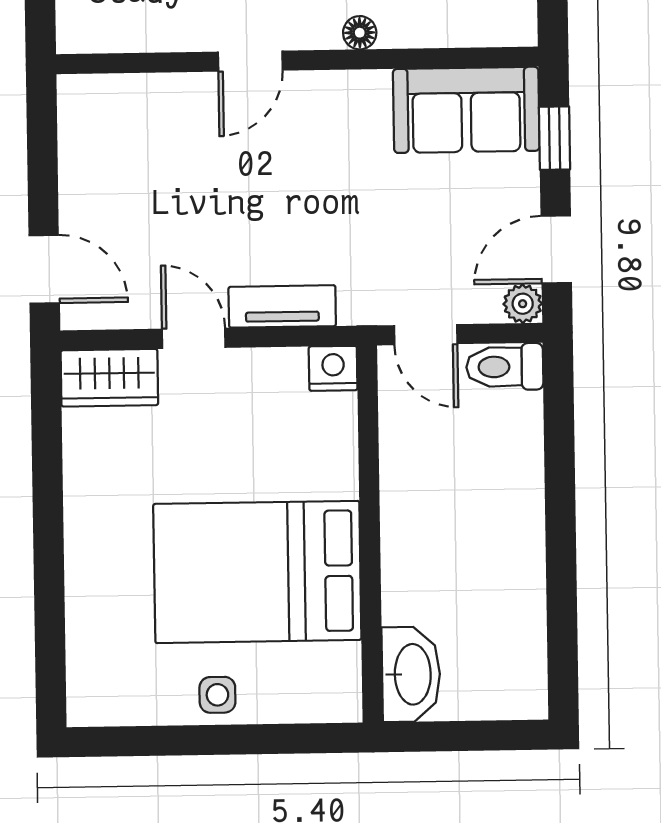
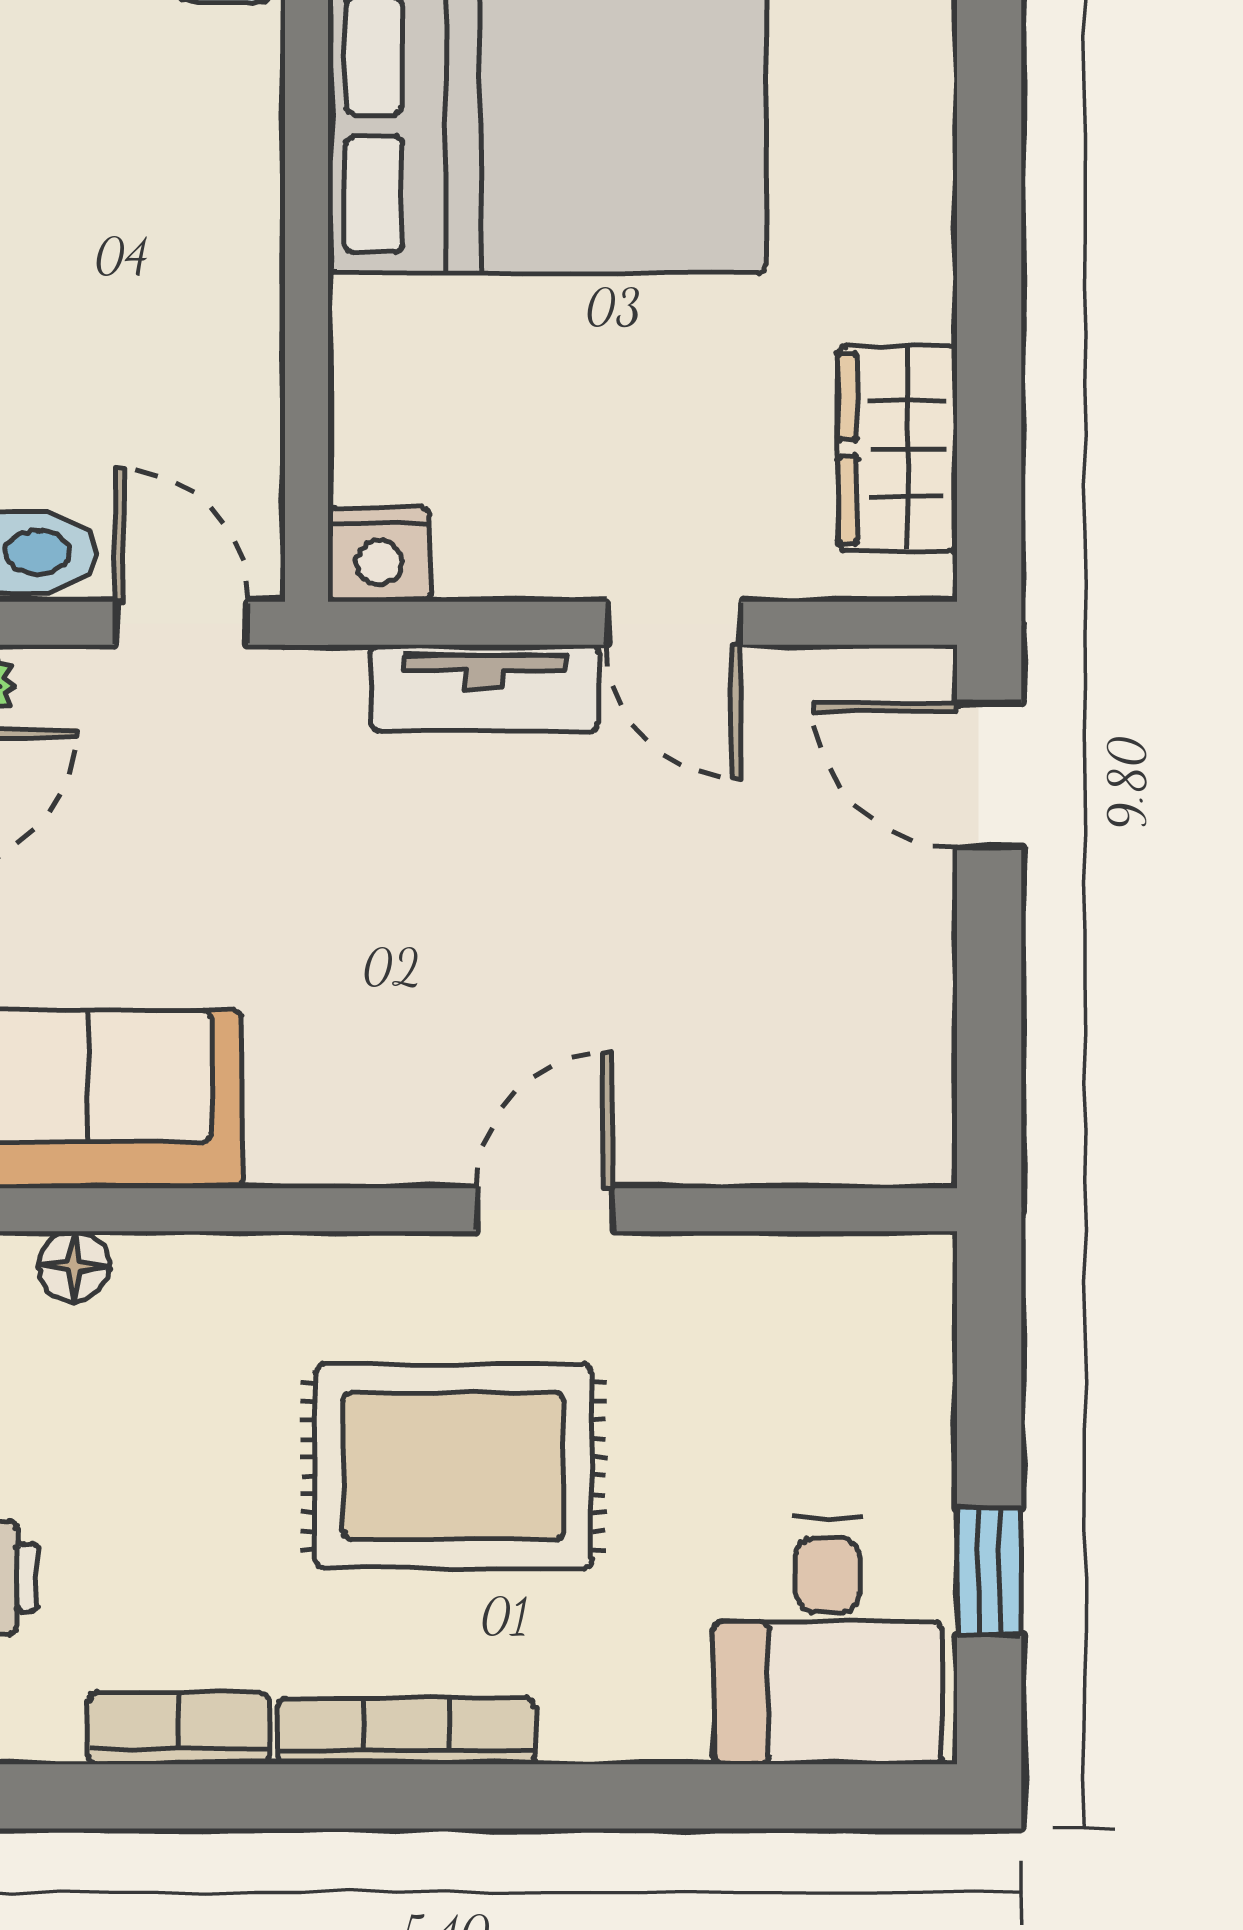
floor lamp: (360, 33) -> (74, 1266), moved
wardrobe: (109, 378) -> (897, 448), moved, turned -90

